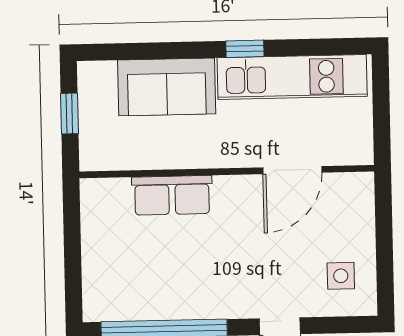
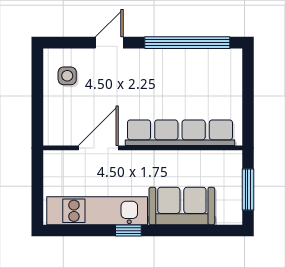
window: (69, 113) -> (248, 190), width x1.50
row of seats: (172, 195) -> (180, 133), width x2.02

